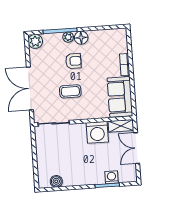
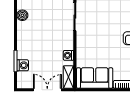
coffee table: (70, 91) -> (103, 34), removed
washing machine: (97, 132) -> (68, 55), width x0.53, depth x0.53

